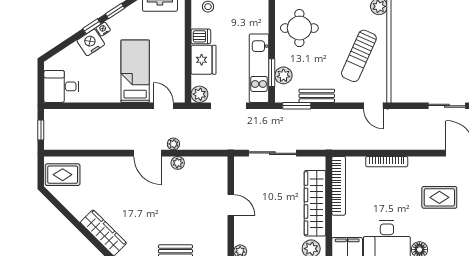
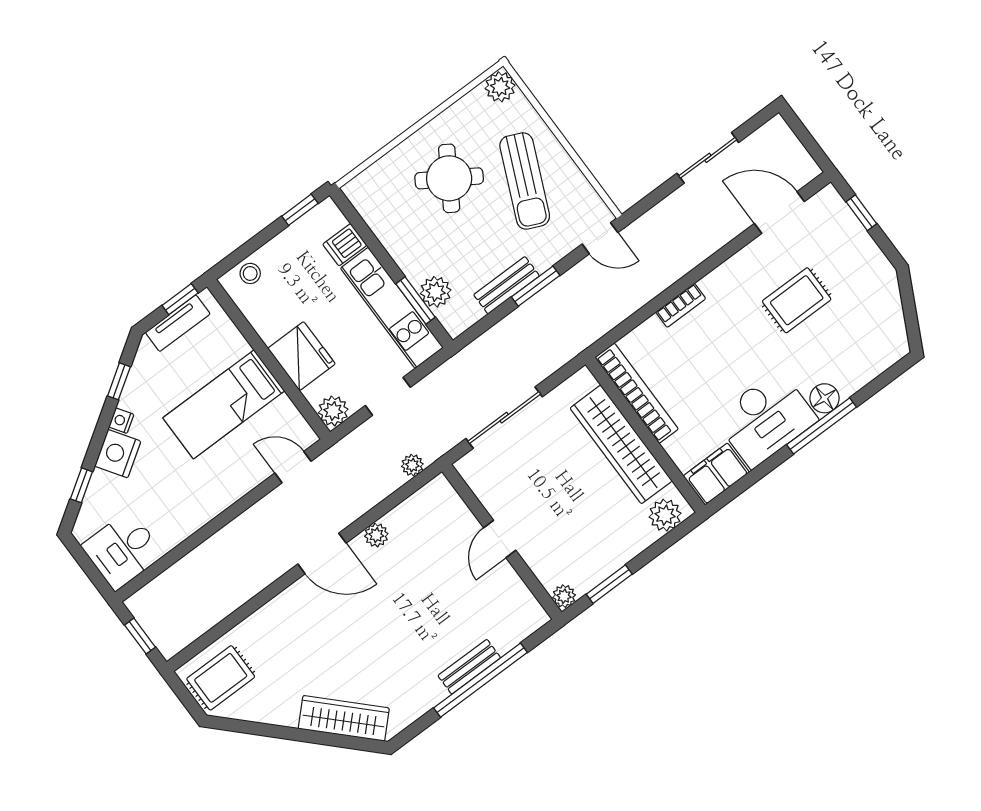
window: (92, 26) -> (81, 485), moved
round table: (299, 28) -> (449, 178), moved, turned 32
dishwasher: (201, 36) -> (345, 245), moved, turned 180
bed: (135, 71) -> (224, 404), moved, turned -90
doorway: (228, 106) -> (388, 396), width x0.73
window: (297, 106) -> (536, 286), moved
plant: (173, 144) -> (412, 465), moved
bookcase: (387, 162) -> (681, 305), width x0.64
door: (231, 205) -> (500, 539), swing flipped

